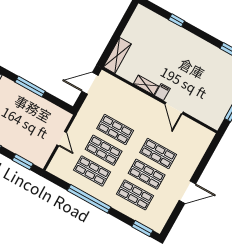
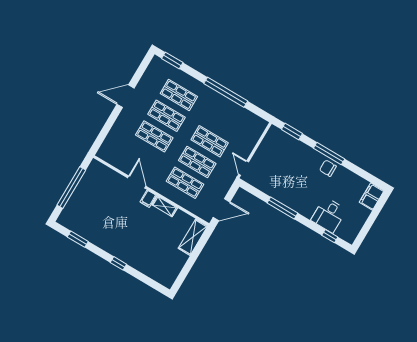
window: (177, 20) -> (118, 263), moved
door: (62, 139) -> (244, 168), moved
shop shelf: (92, 171) -> (185, 183), moved

